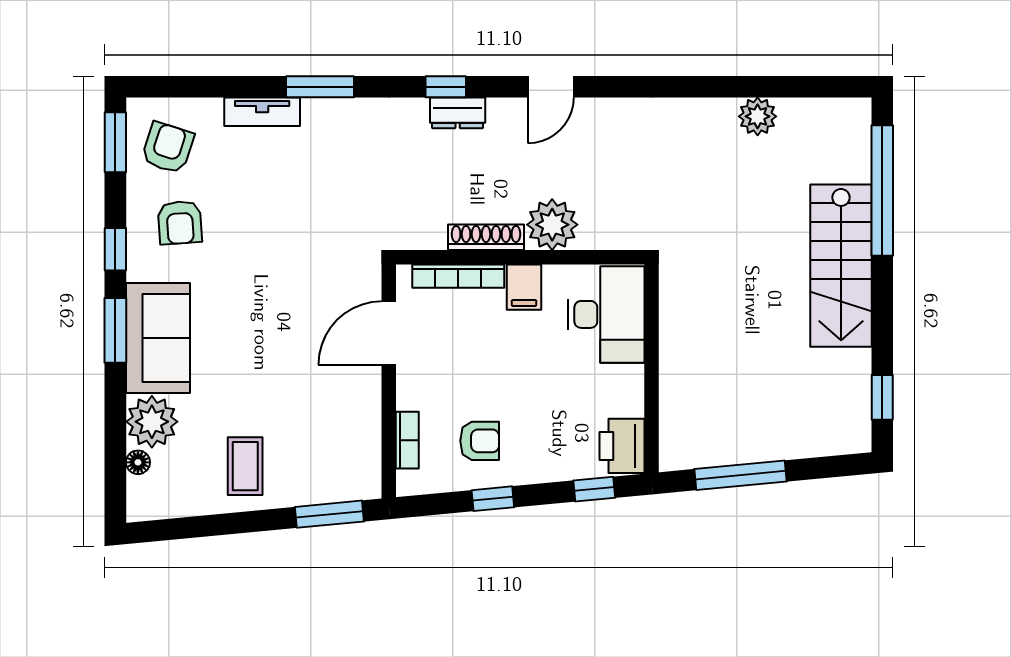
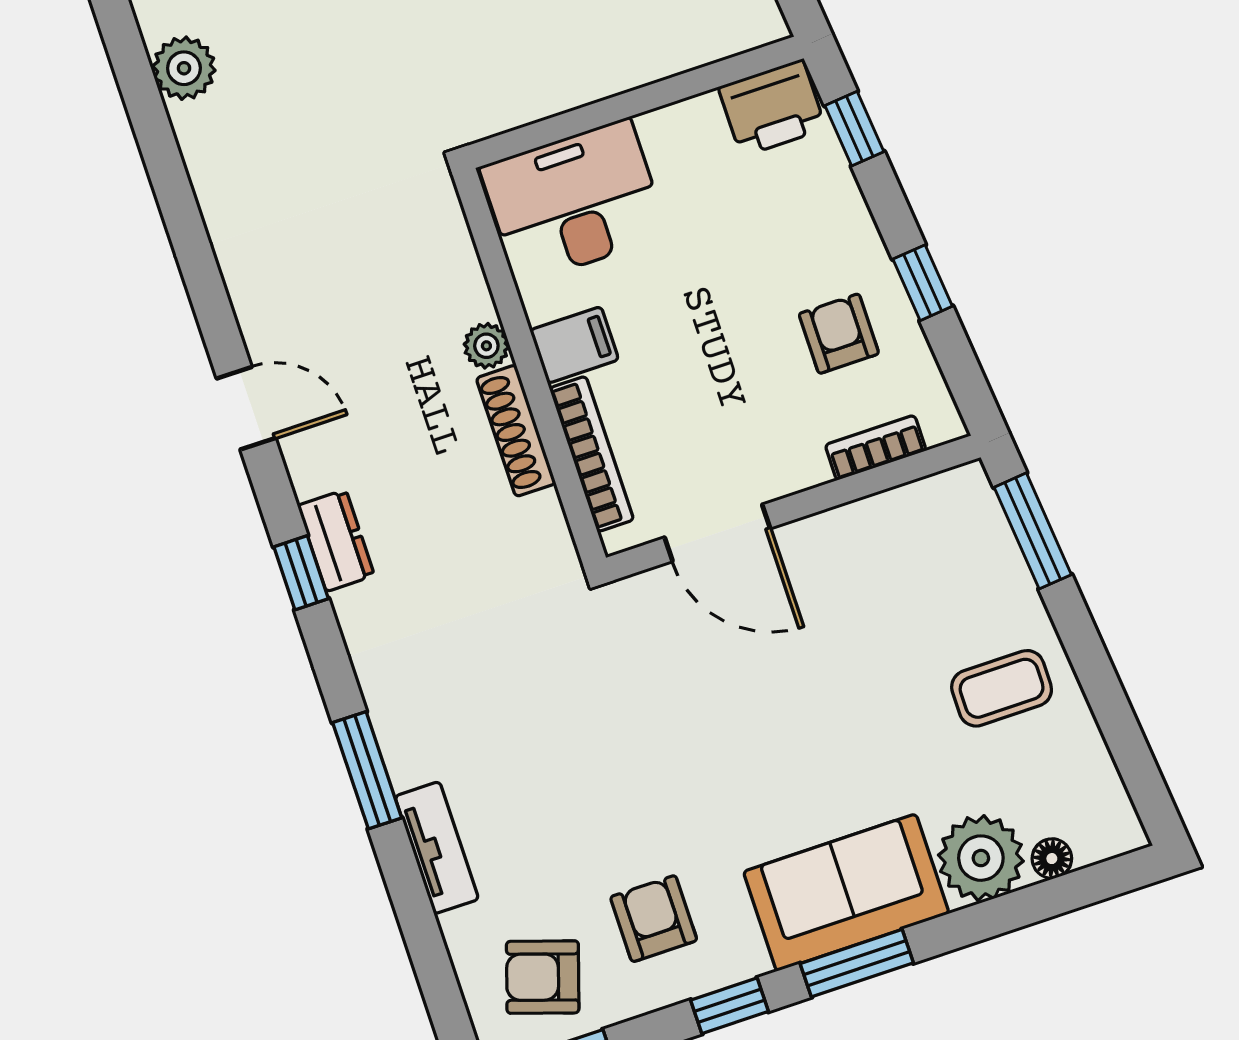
armchair: (180, 223) -> (654, 919), turned -86
plant: (552, 225) -> (486, 346), width x0.53, depth x0.53

